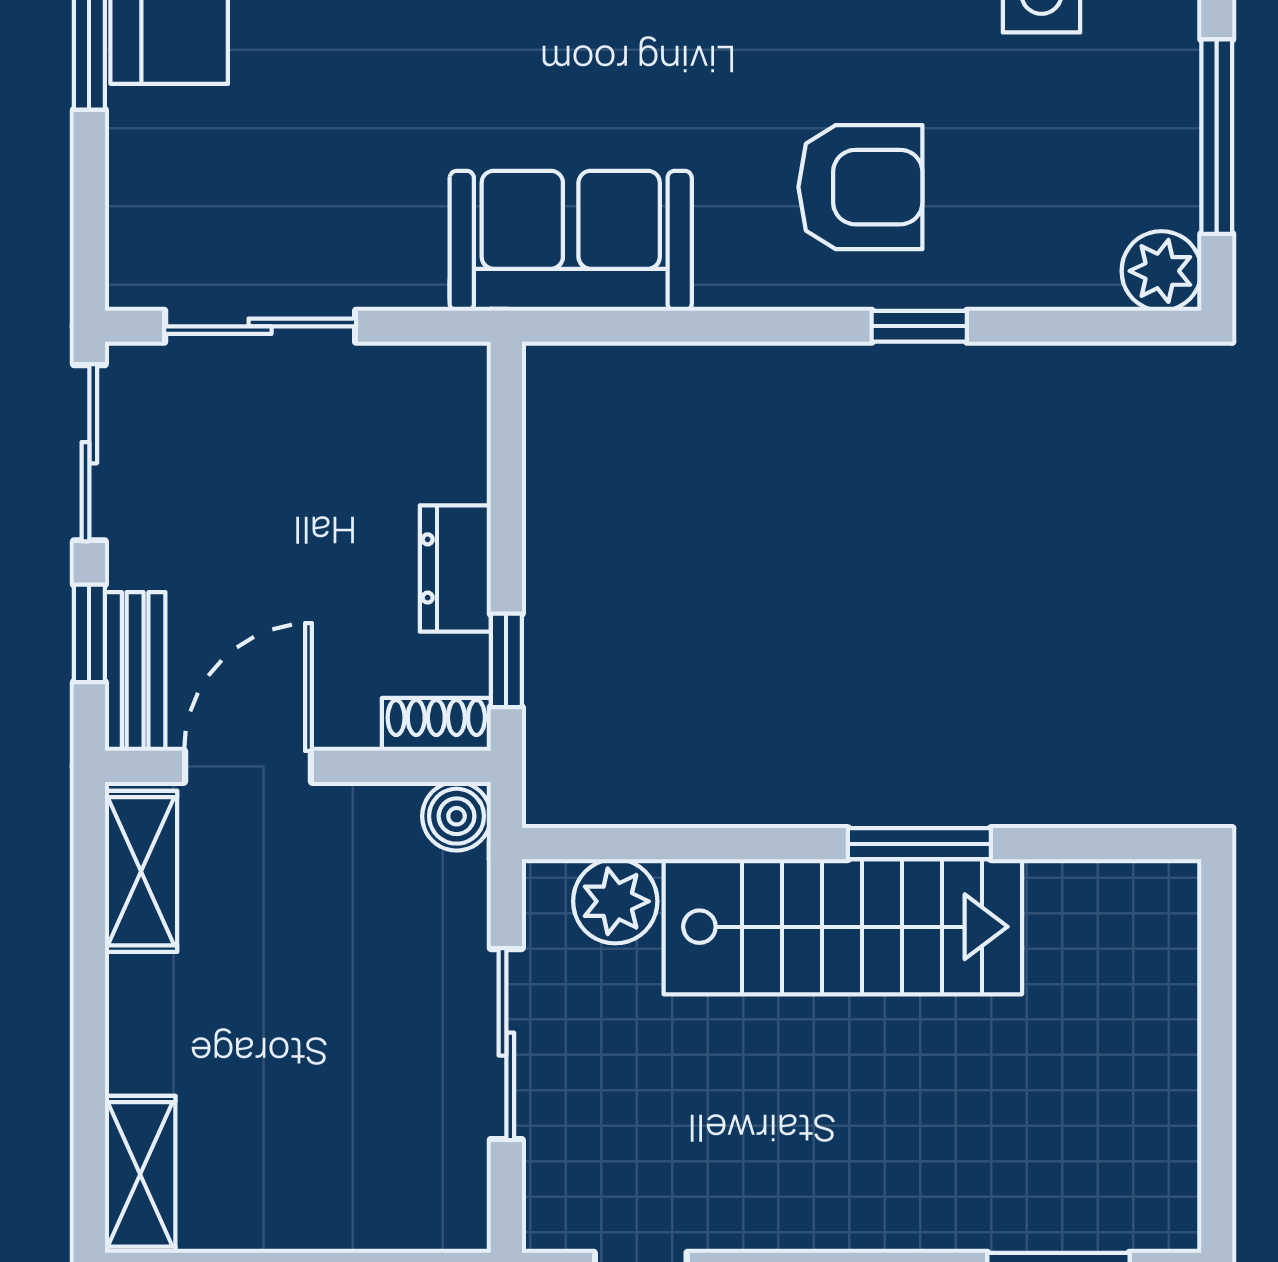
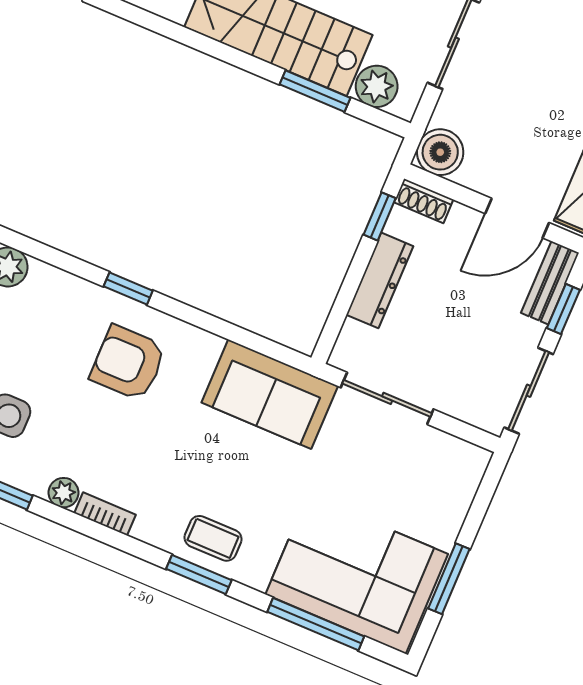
sliding door: (260, 326) -> (387, 398), moved
dresser: (455, 568) -> (380, 280), width x1.44
boiler: (457, 816) -> (440, 152), width x1.36, depth x1.36
window: (919, 844) -> (315, 91), moved

